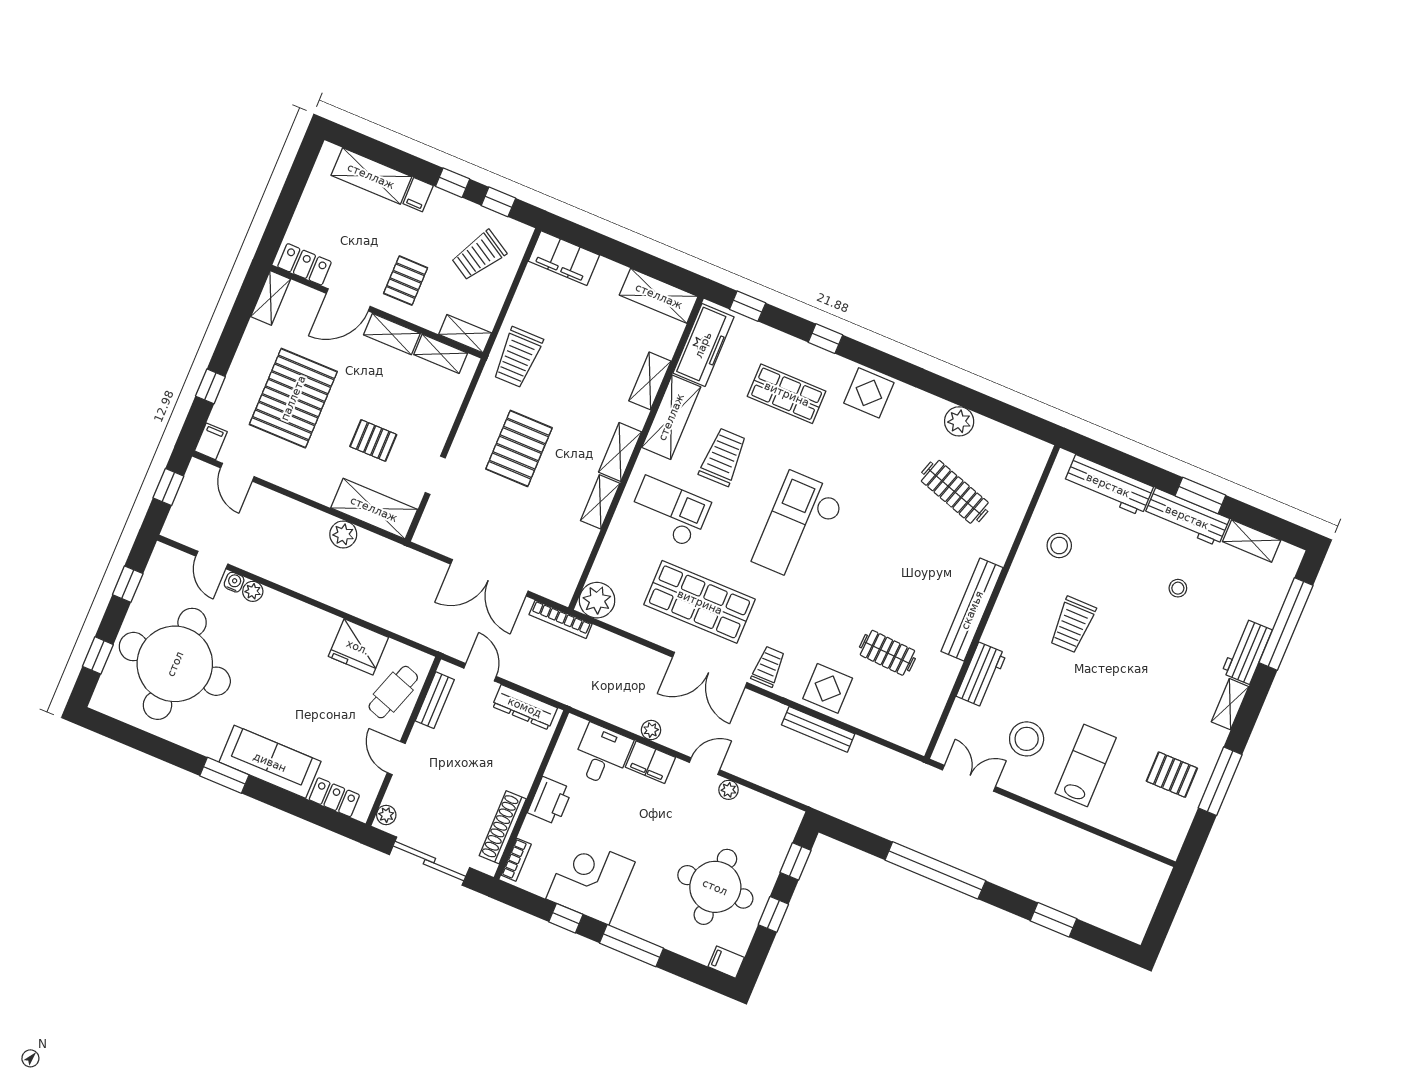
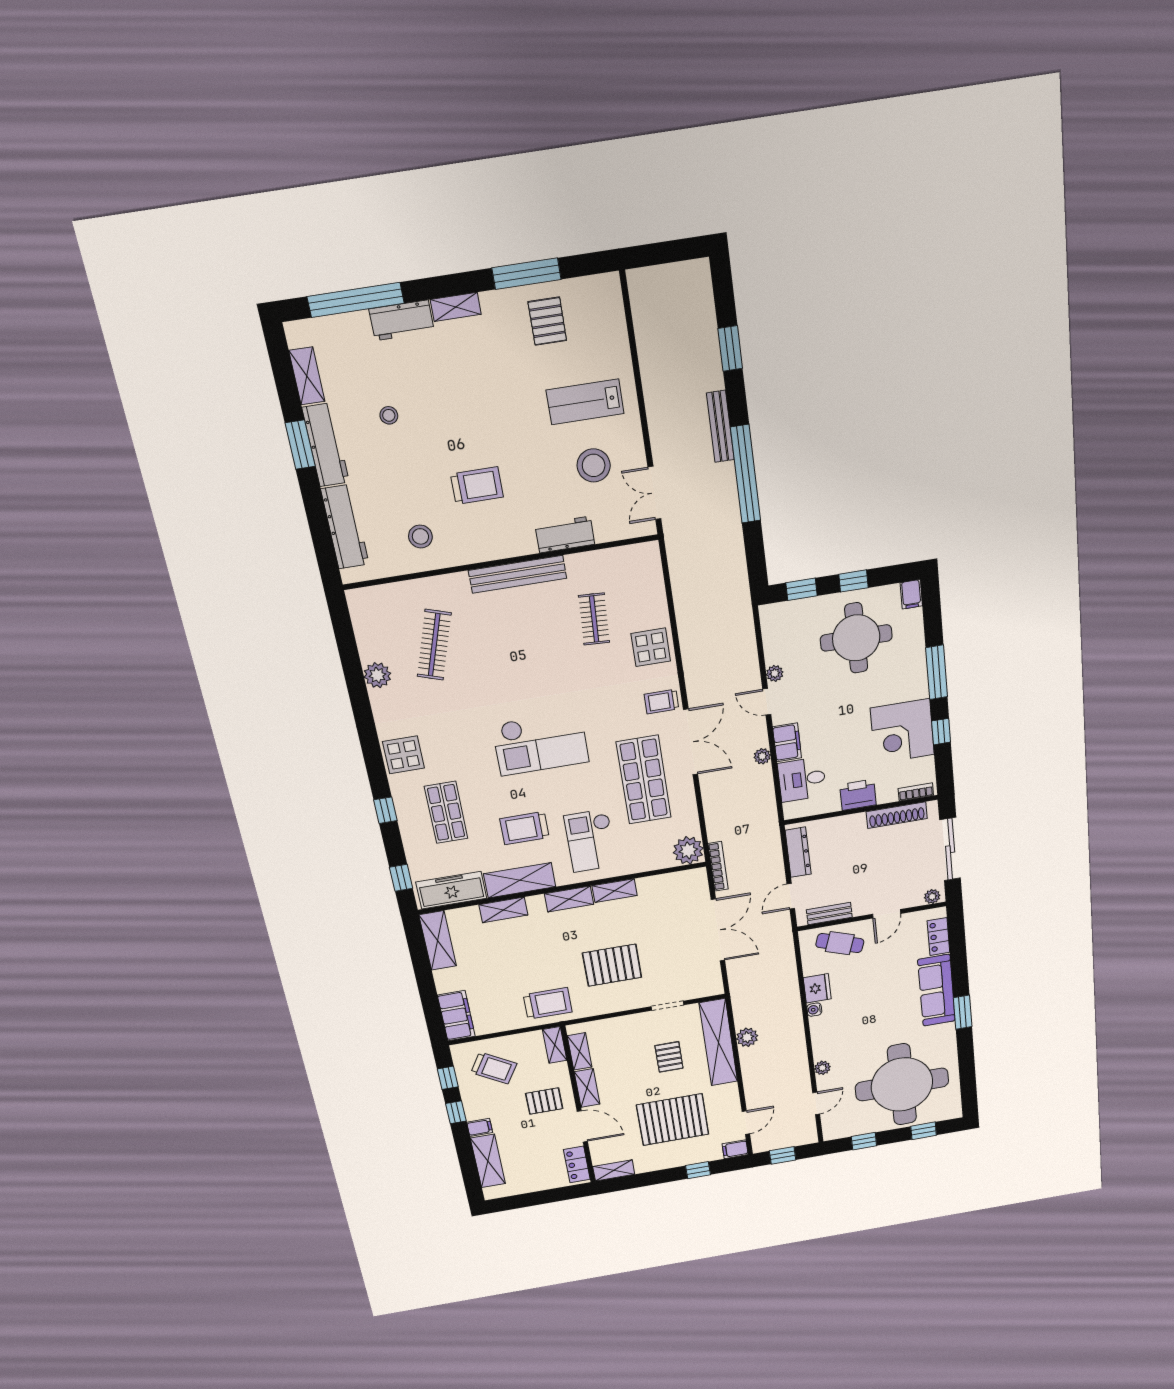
shelving: (374, 509) -> (718, 1042), width x1.47
water cooler: (234, 582) -> (814, 1010), moved
fridge: (358, 647) -> (817, 988), width x0.73, depth x0.75
bench: (818, 729) -> (720, 426), moved

